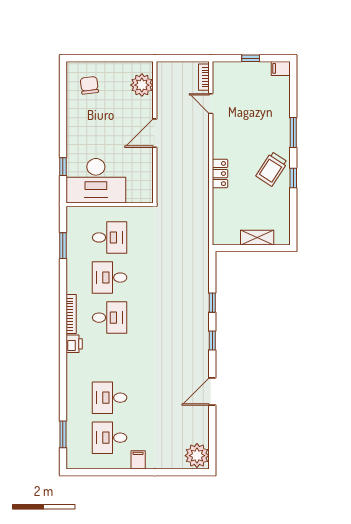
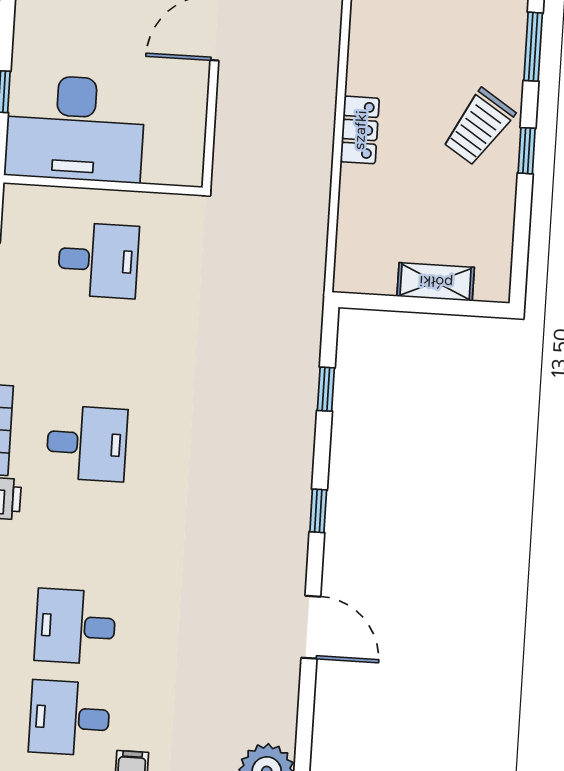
desk: (110, 278) -> (93, 352), removed
window: (212, 303) -> (326, 389), moved
door: (212, 391) -> (311, 627), swing flipped

